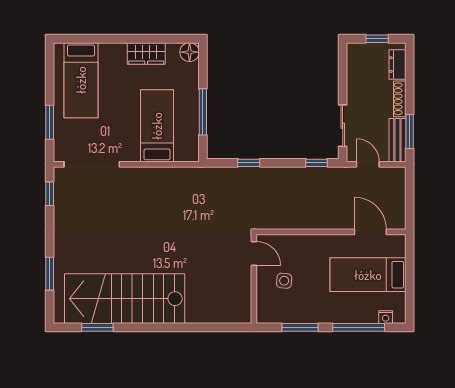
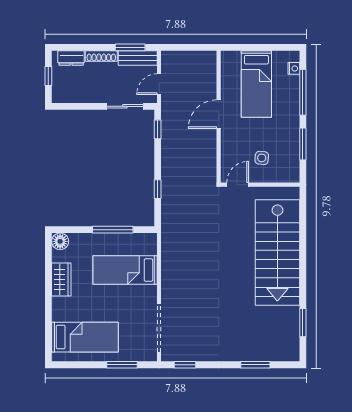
door: (370, 232) -> (219, 114), moved
stairs: (125, 299) -> (277, 252), moved

